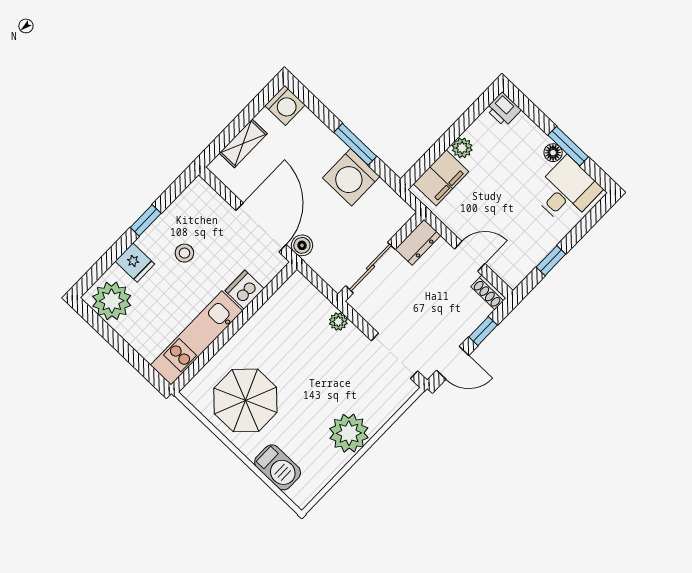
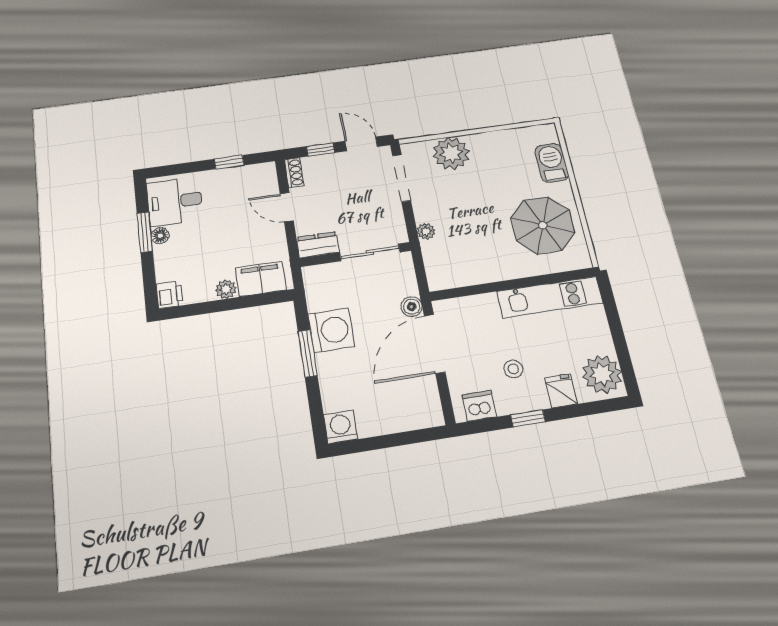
shelving: (243, 143) -> (399, 422), removed
dishwasher: (244, 290) -> (479, 406), moved, turned 180
plant: (349, 433) -> (451, 153), moved

